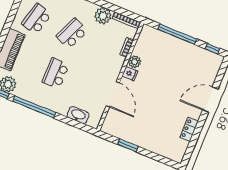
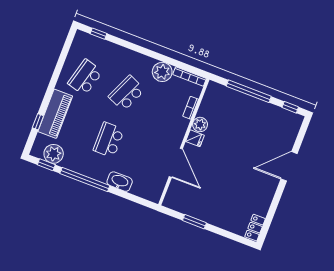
washbasin: (78, 115) -> (120, 182), moved
locker: (189, 129) -> (255, 228), moved

